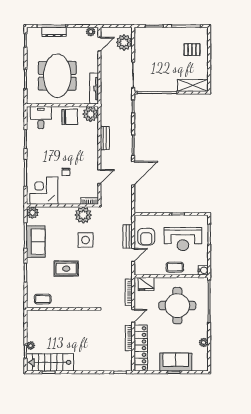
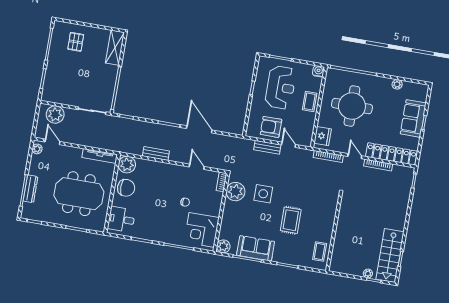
chair: (70, 117) -> (126, 188), turned 91
armchair: (146, 237) -> (271, 127), turned 180

